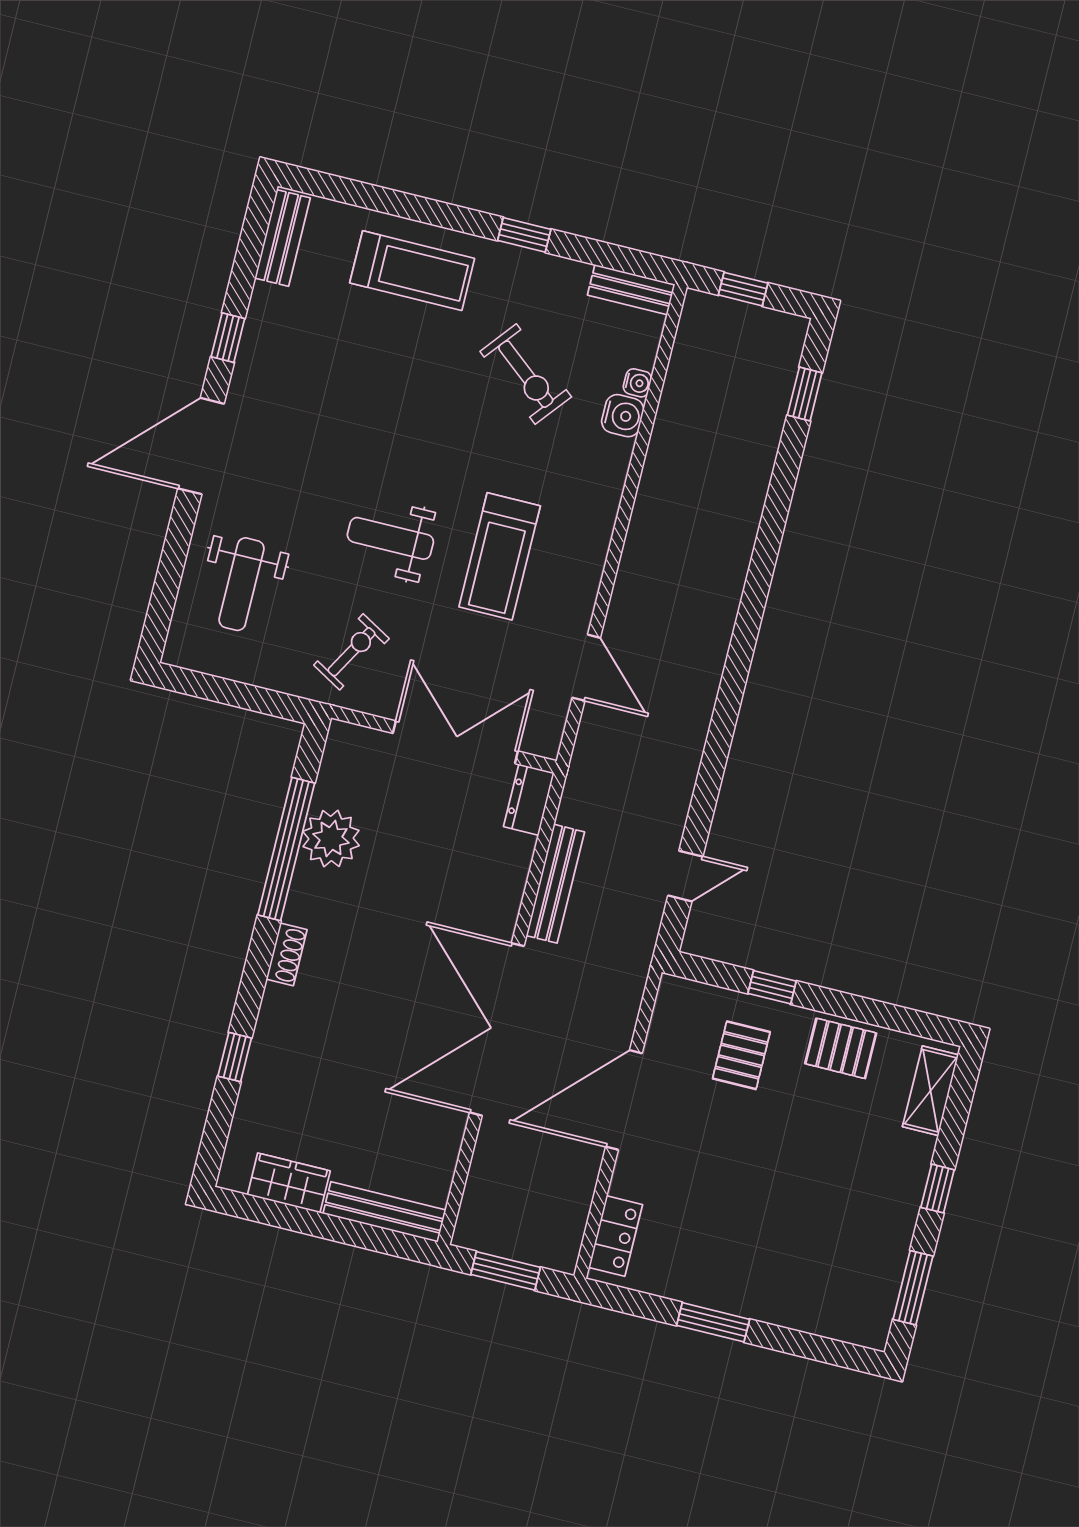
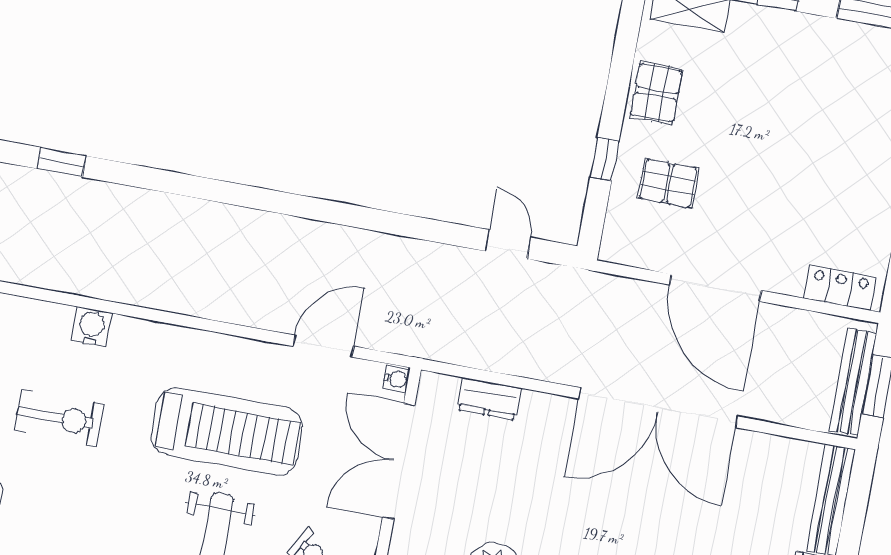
exercise bike: (526, 374) -> (59, 418), turned 51
water cooler: (637, 383) -> (396, 379), moved, turned 90
treadmill: (500, 556) -> (227, 431), width x1.37, depth x1.38
dresser: (529, 800) -> (489, 399), moved
bench: (555, 884) -> (853, 382), moved, turned 90

